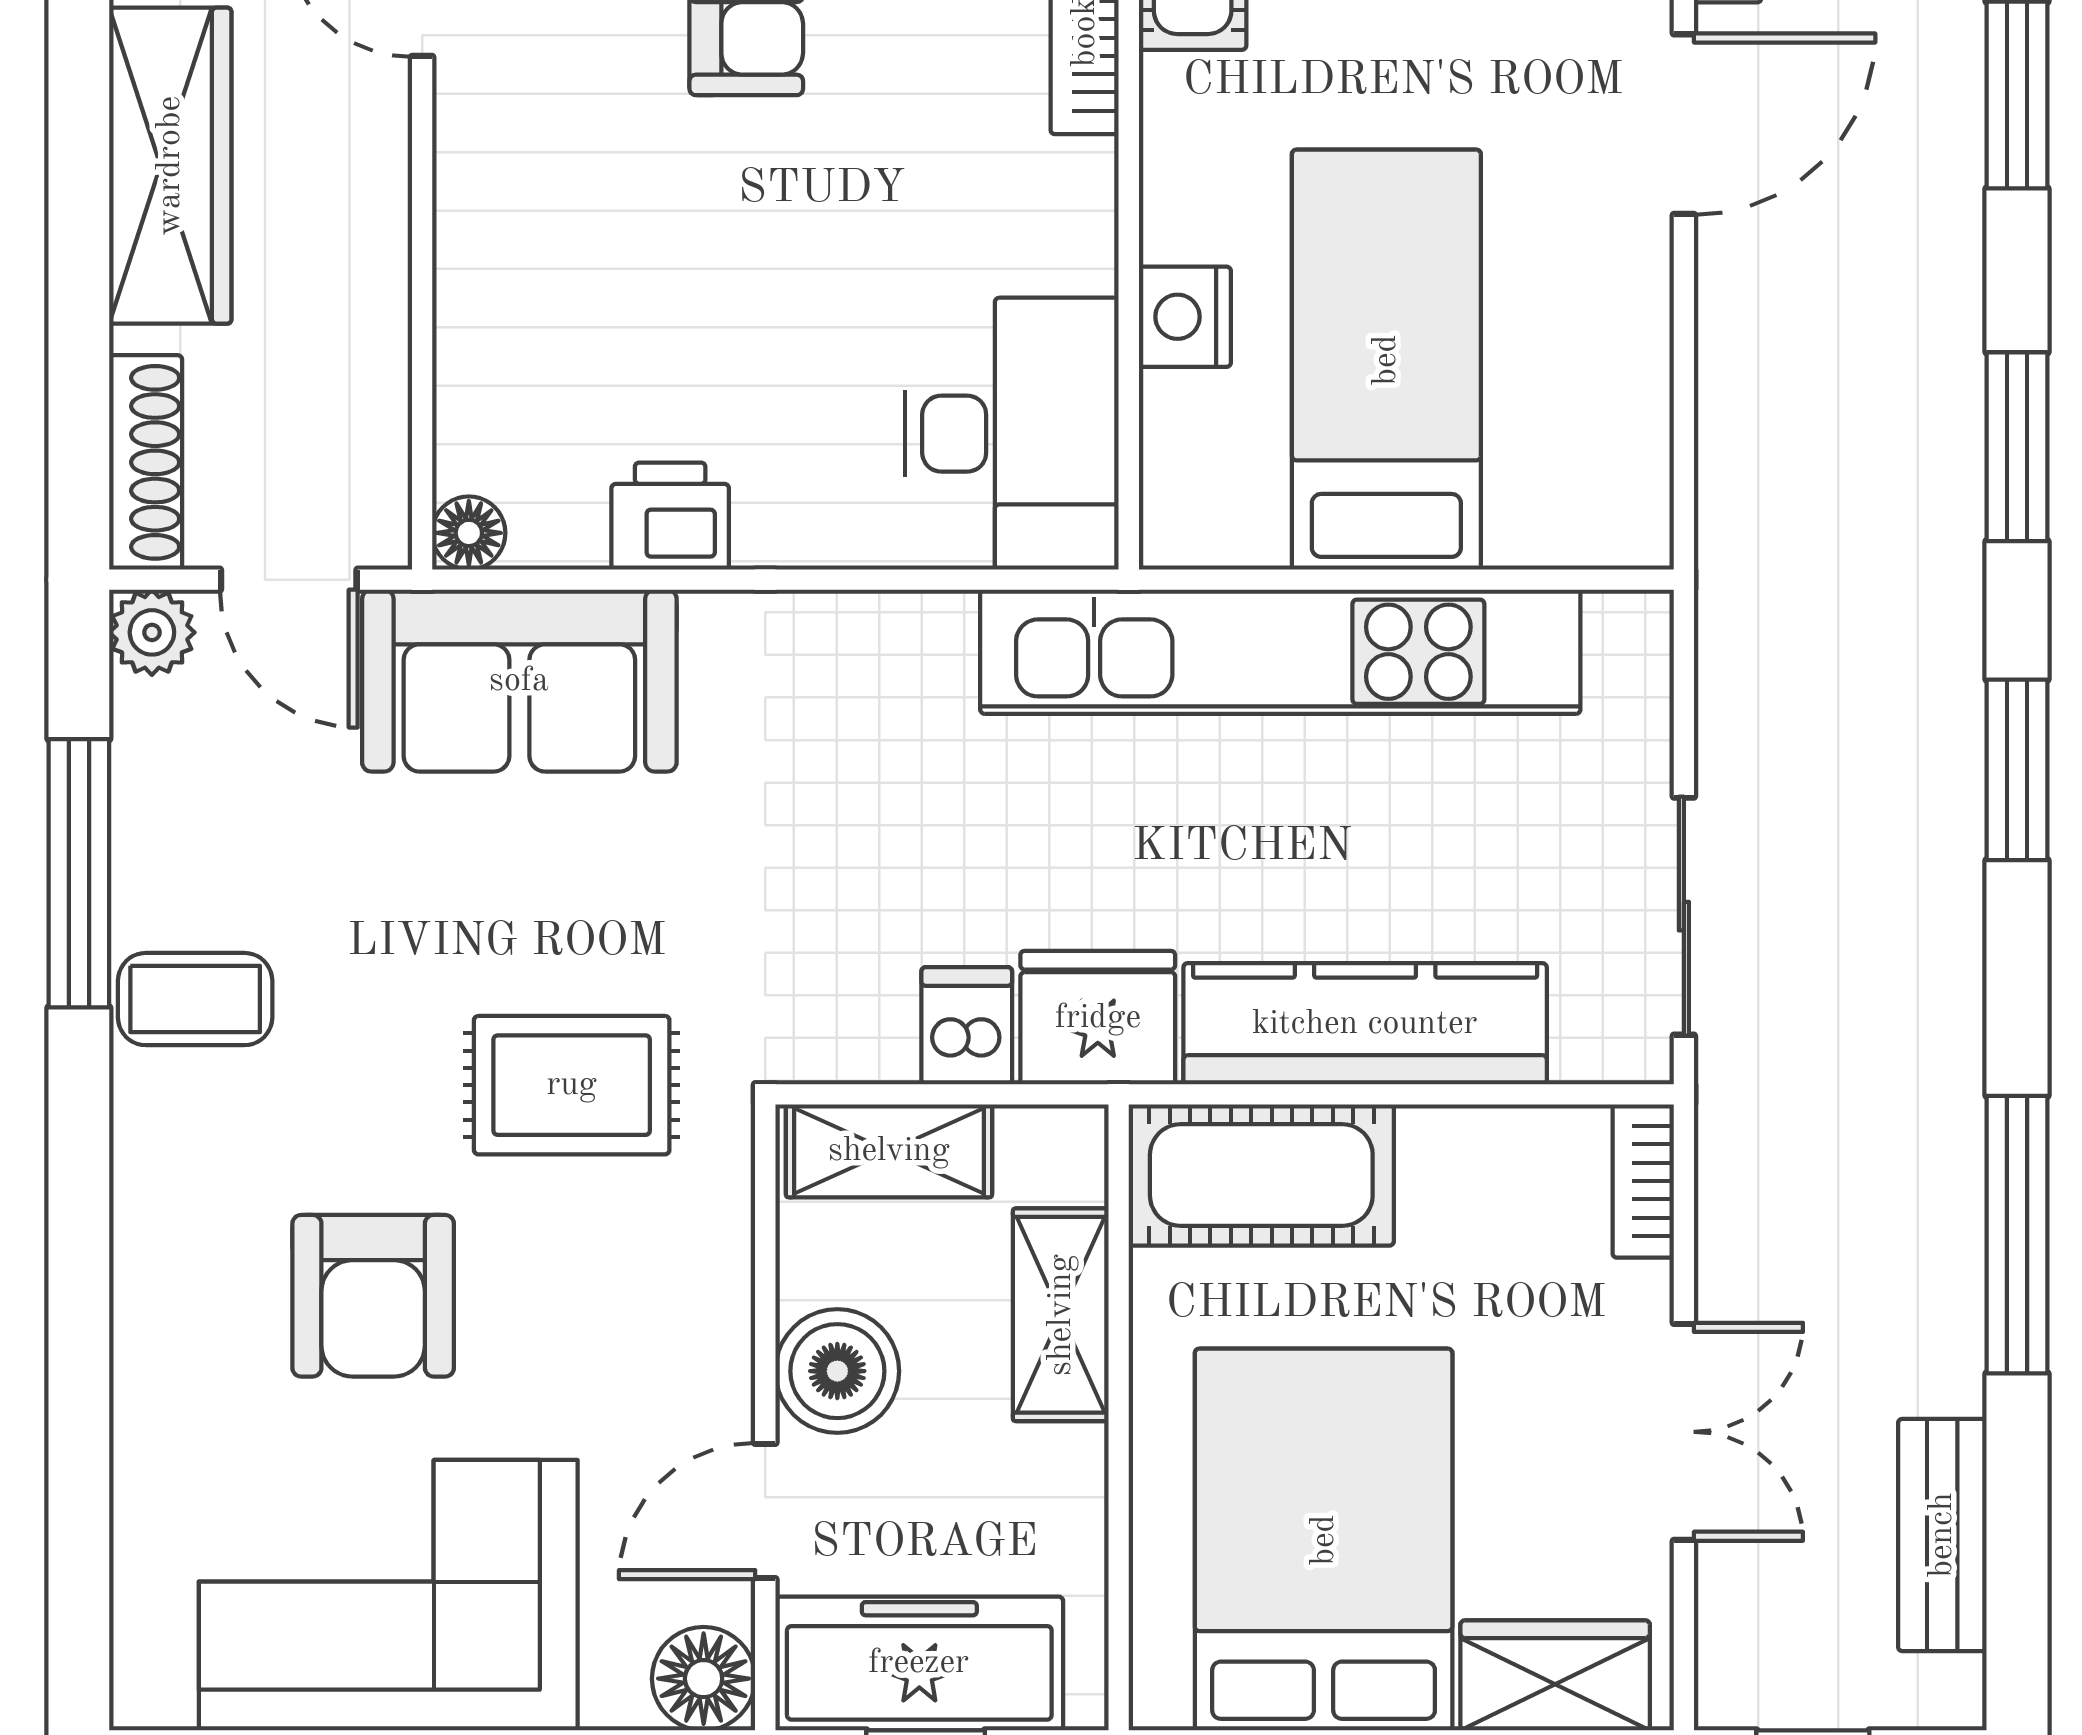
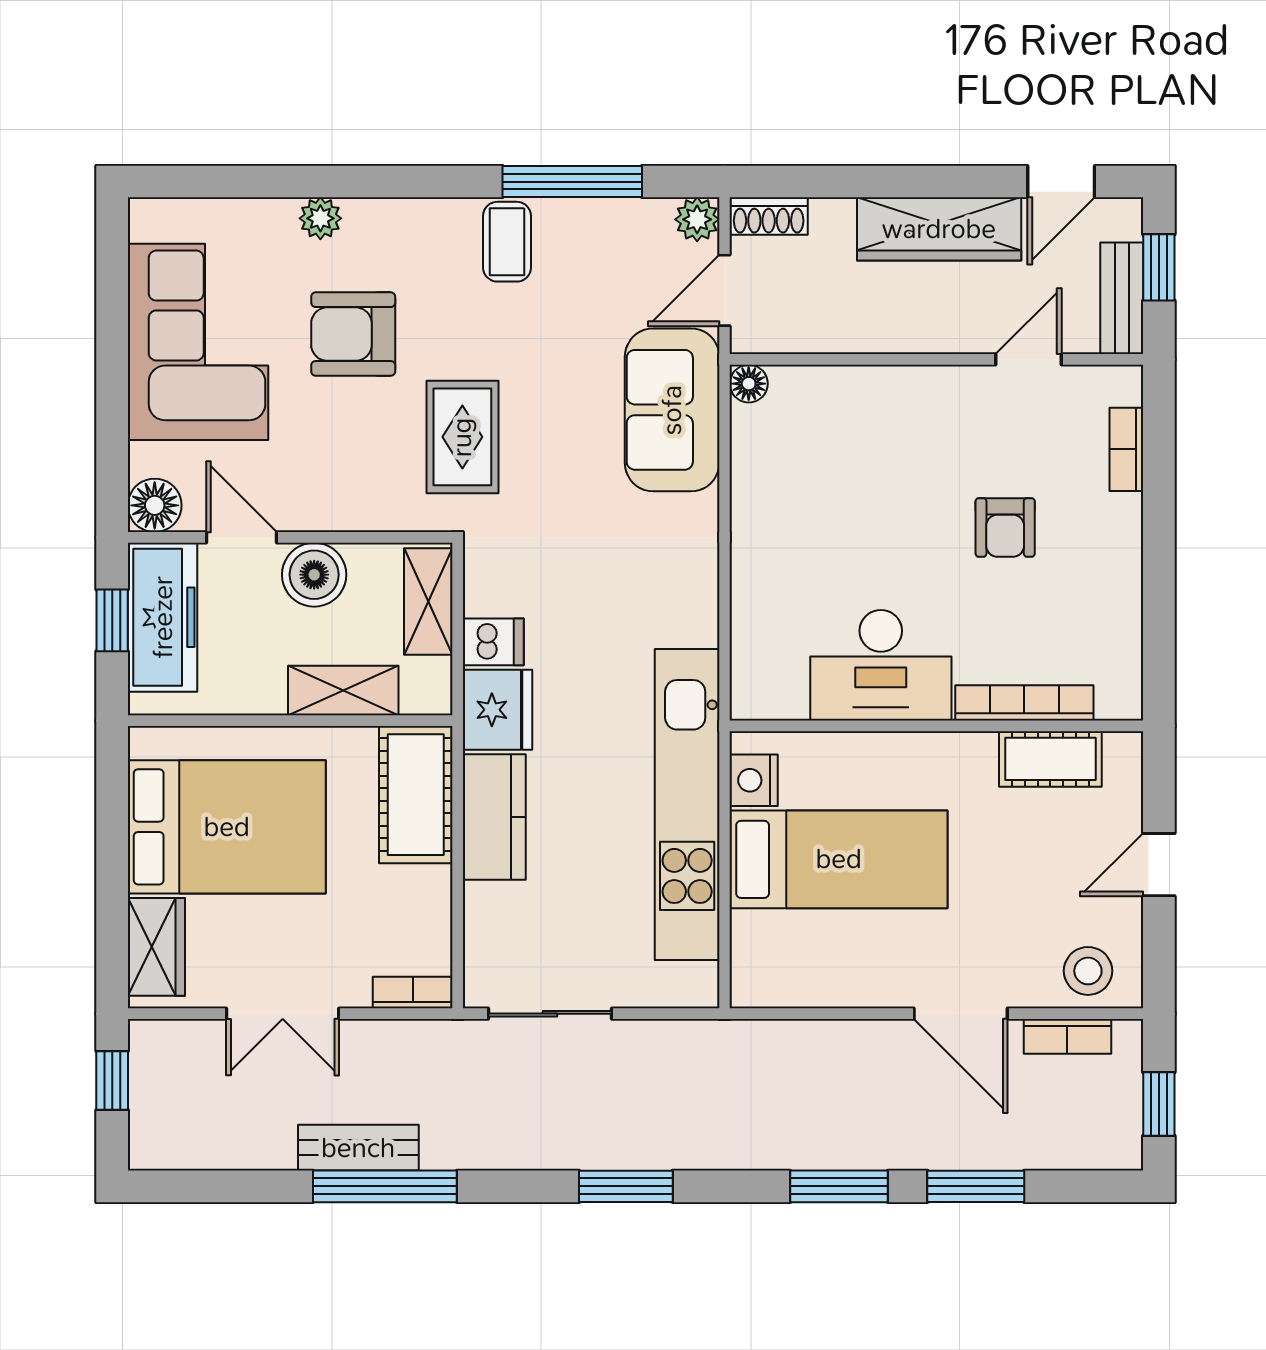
nightstand: (1185, 317) -> (754, 780), moved, turned -90
desk: (1012, 434) -> (881, 665), moved
window: (2017, 447) -> (839, 1186), moved
shoe rack: (146, 462) -> (769, 216), width x0.70
printer: (670, 516) -> (757, 488), removed
kitchen counter: (1365, 1024) -> (494, 817), width x0.67
plant: (150, 1359) -> (320, 218), added
bench: (1942, 1535) -> (358, 1148), moved

